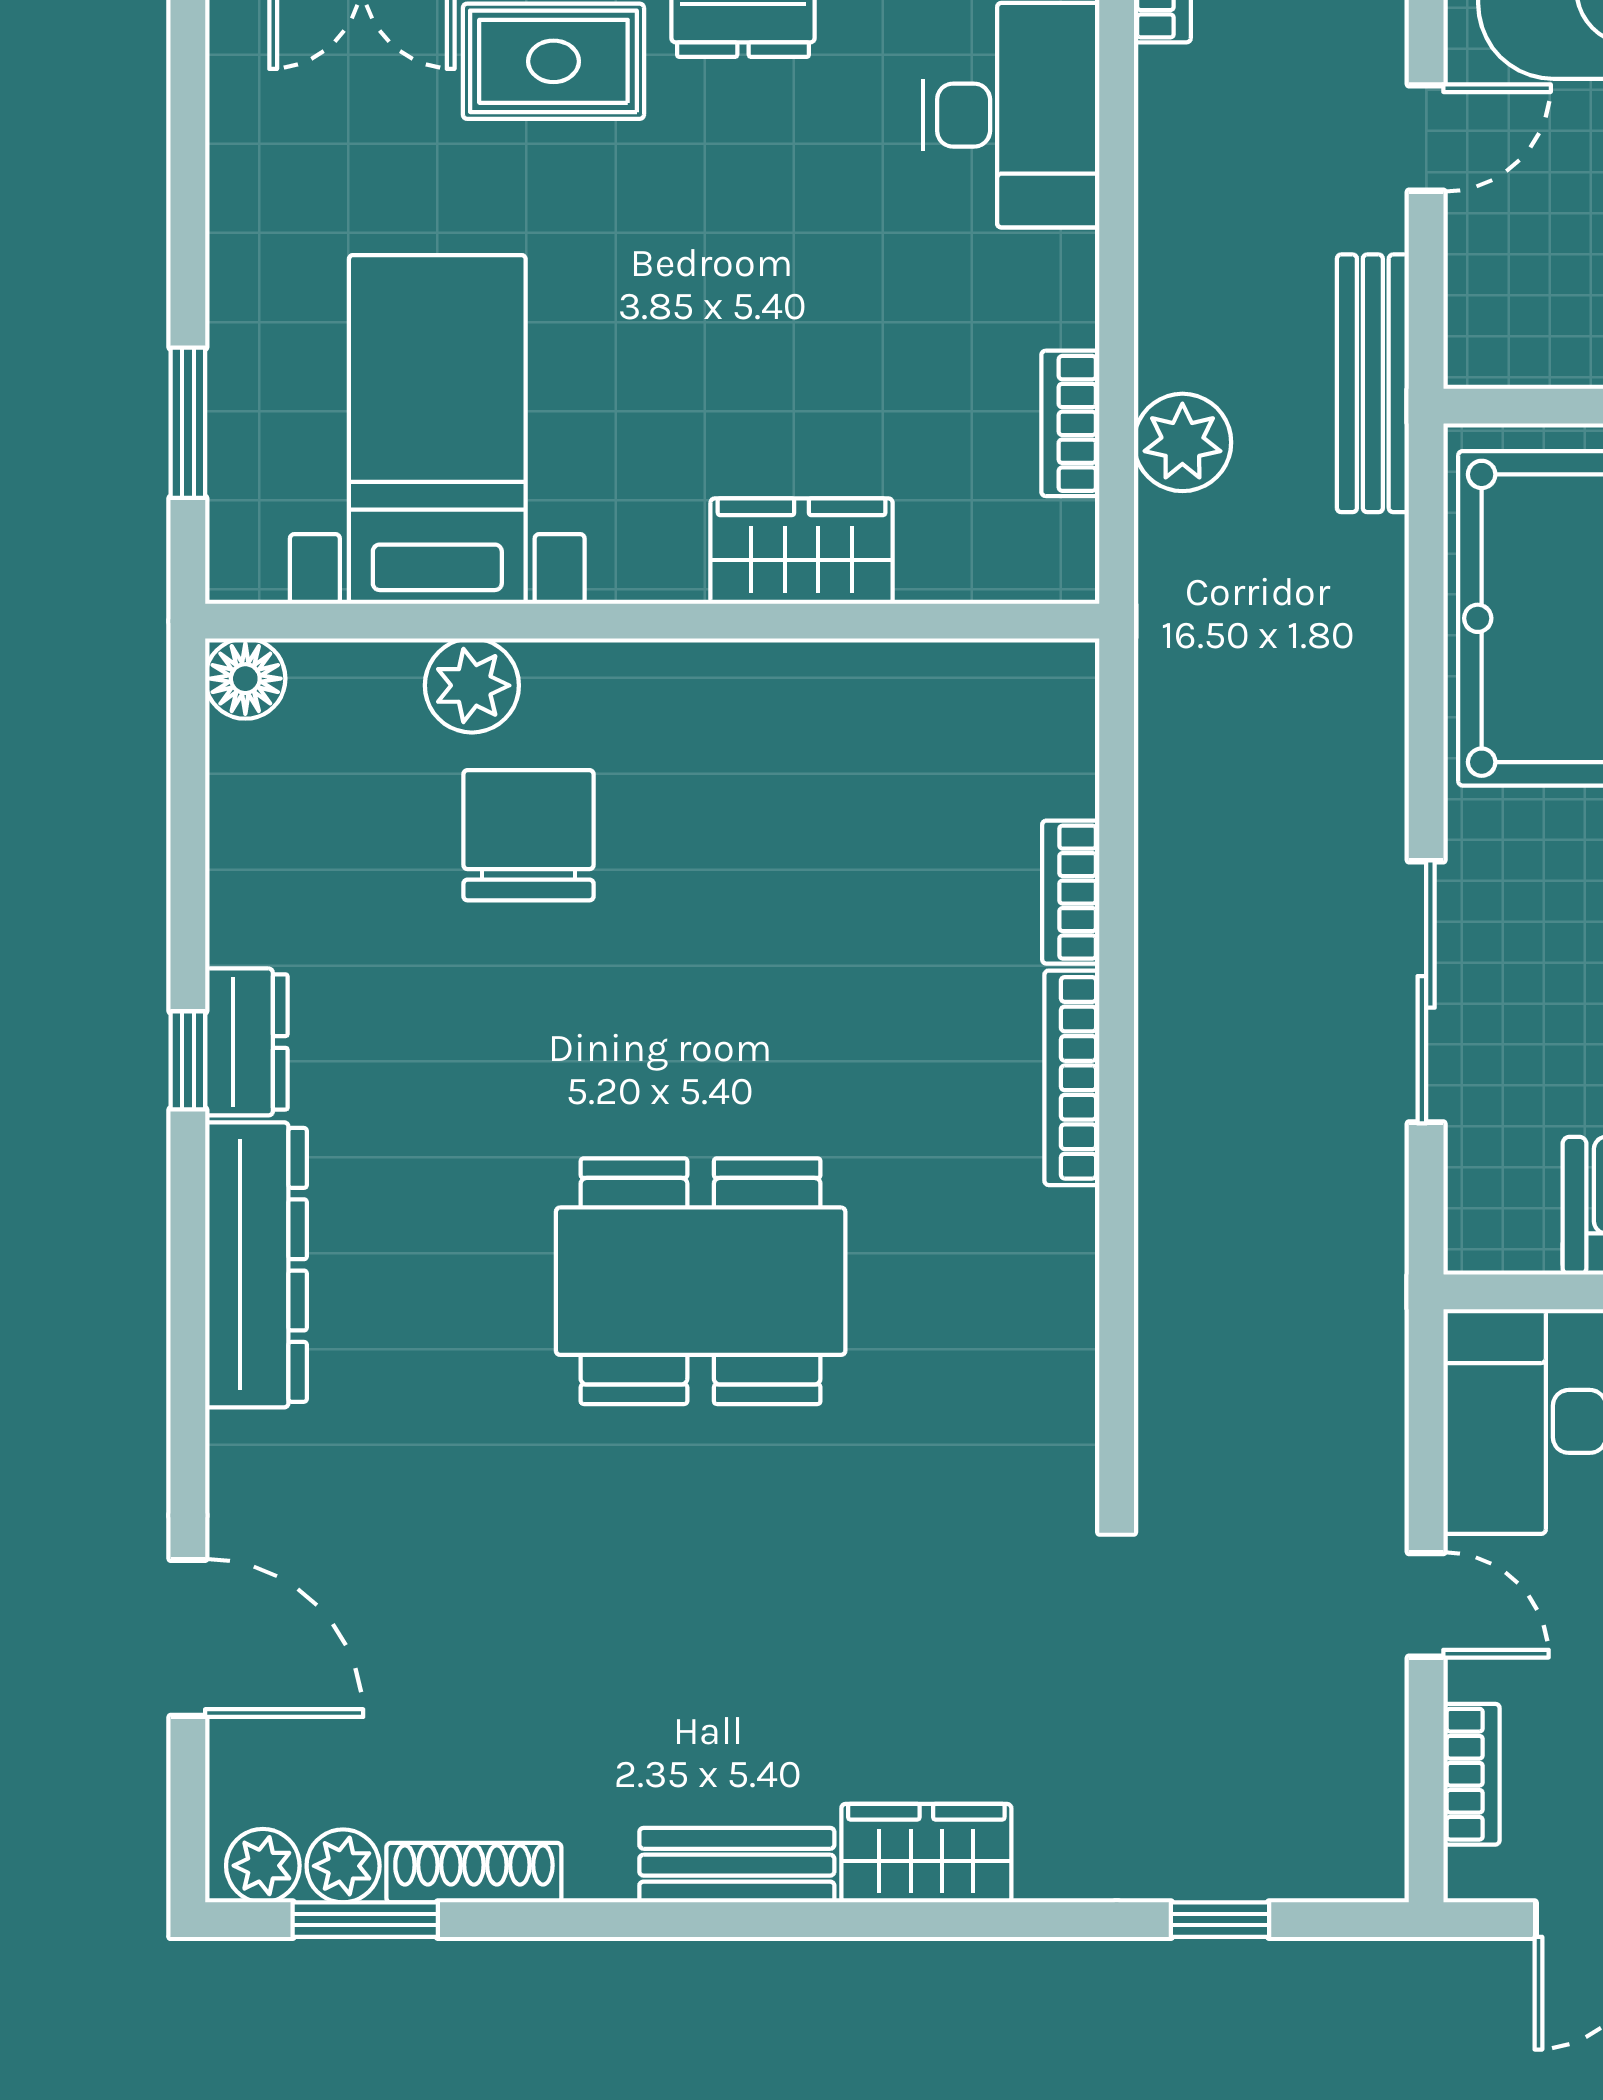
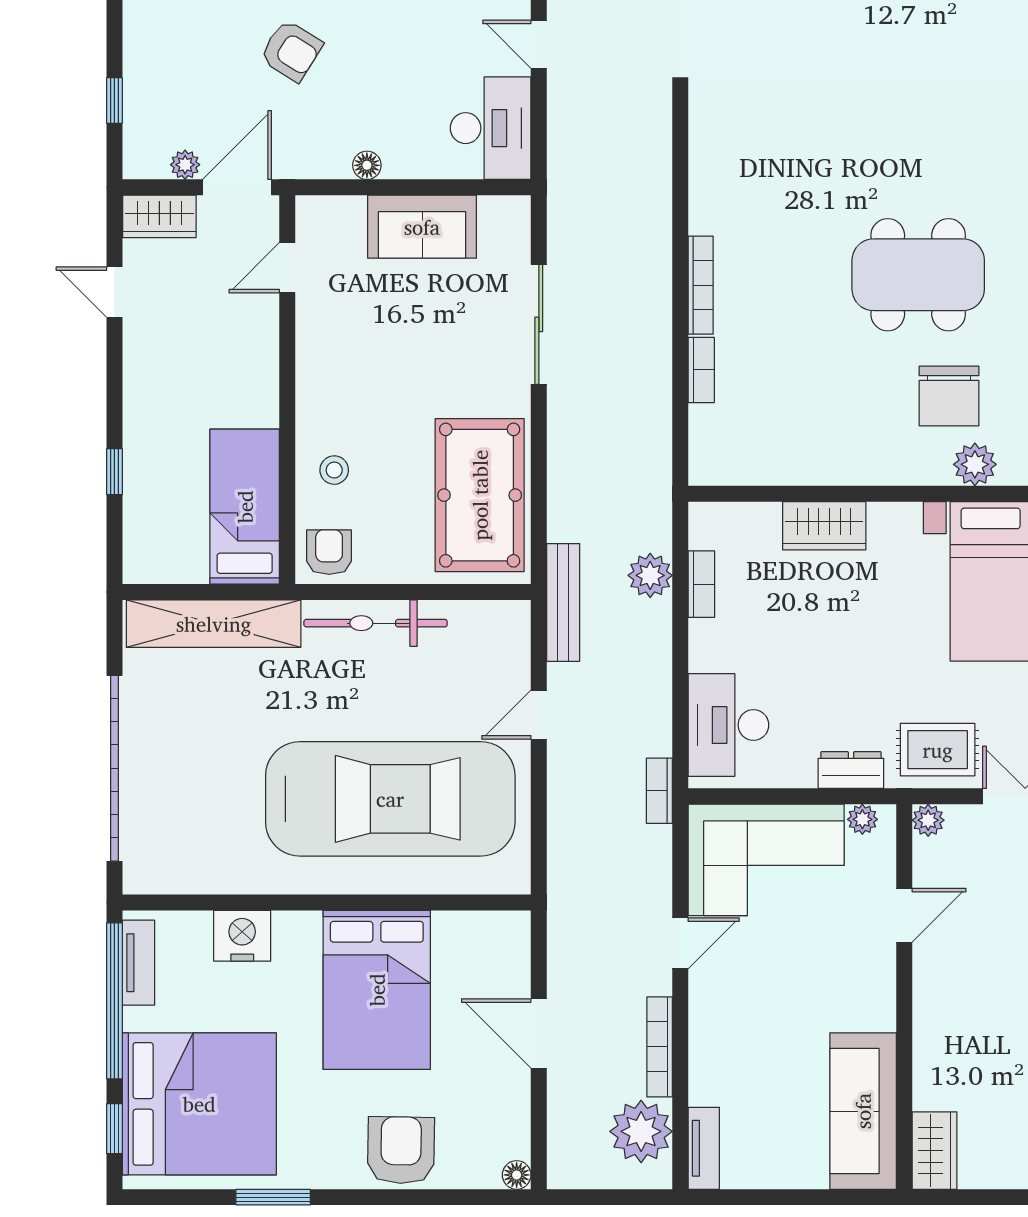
dining table: (701, 1281) -> (918, 275), moved

